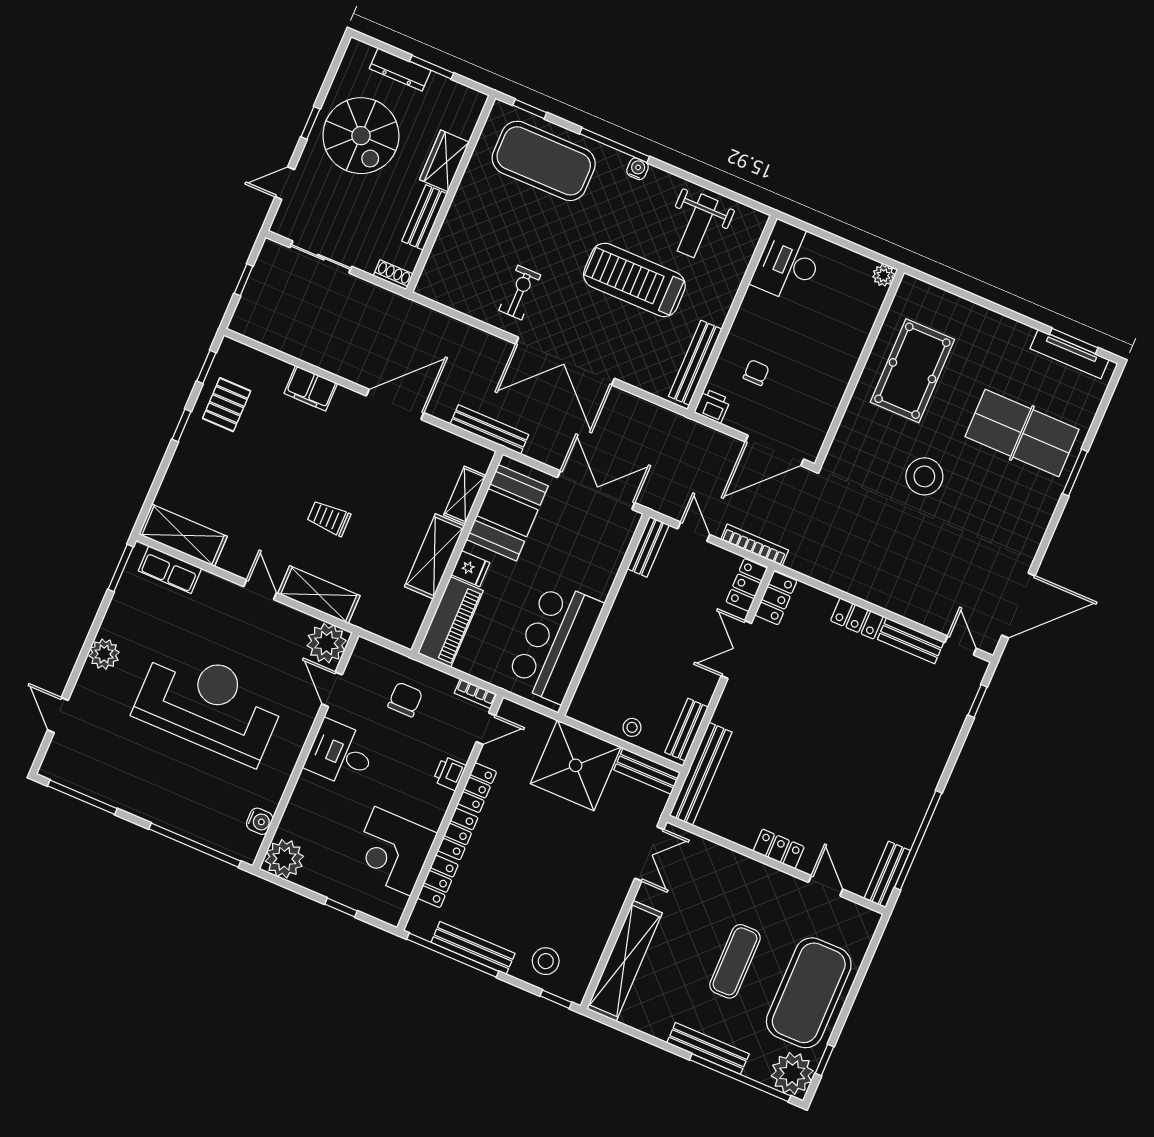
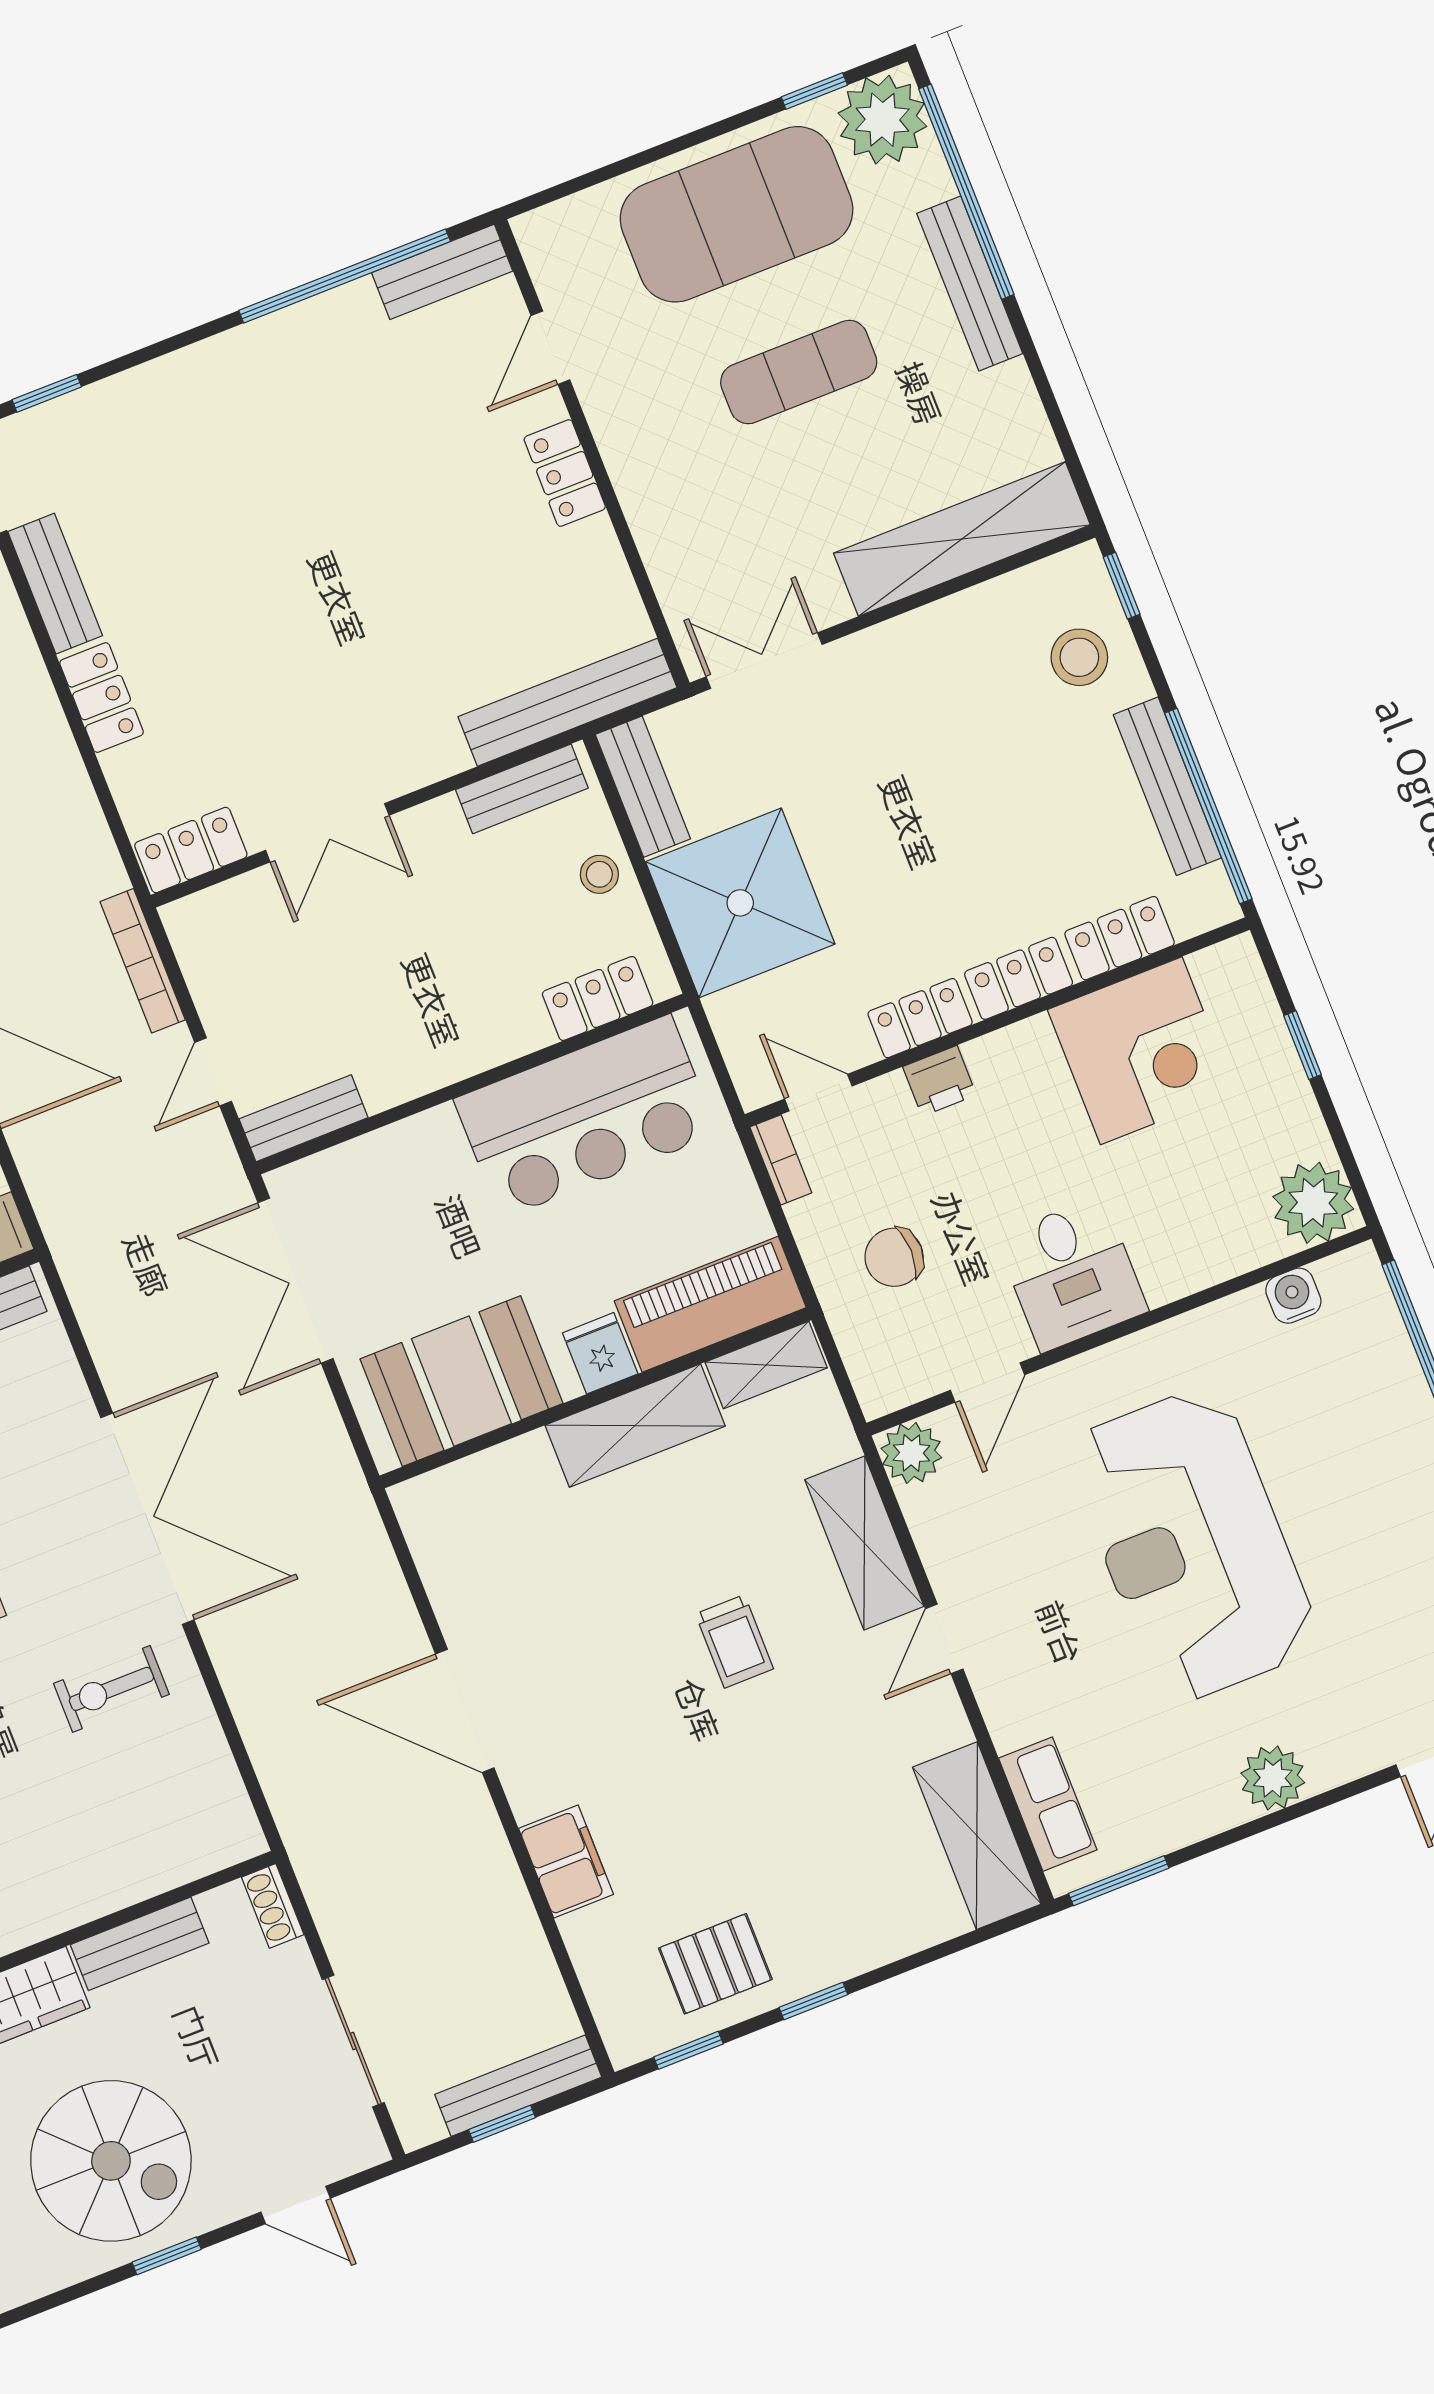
spiral stairs: (361, 136) -> (111, 2161), turned 90
bench: (489, 429) -> (518, 2086), moved, turned 90
shelving: (465, 495) -> (766, 1365), moved
locker: (747, 585) -> (598, 998), moved, turned 180
plant: (327, 643) -> (911, 1453), width x0.73, depth x0.73

